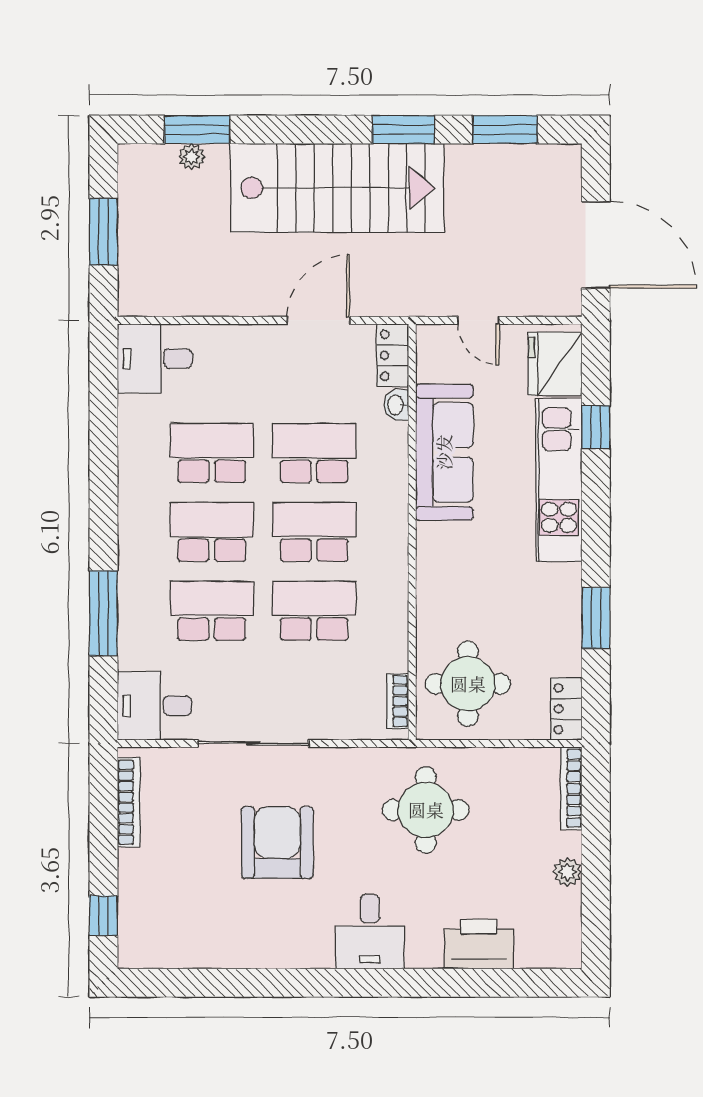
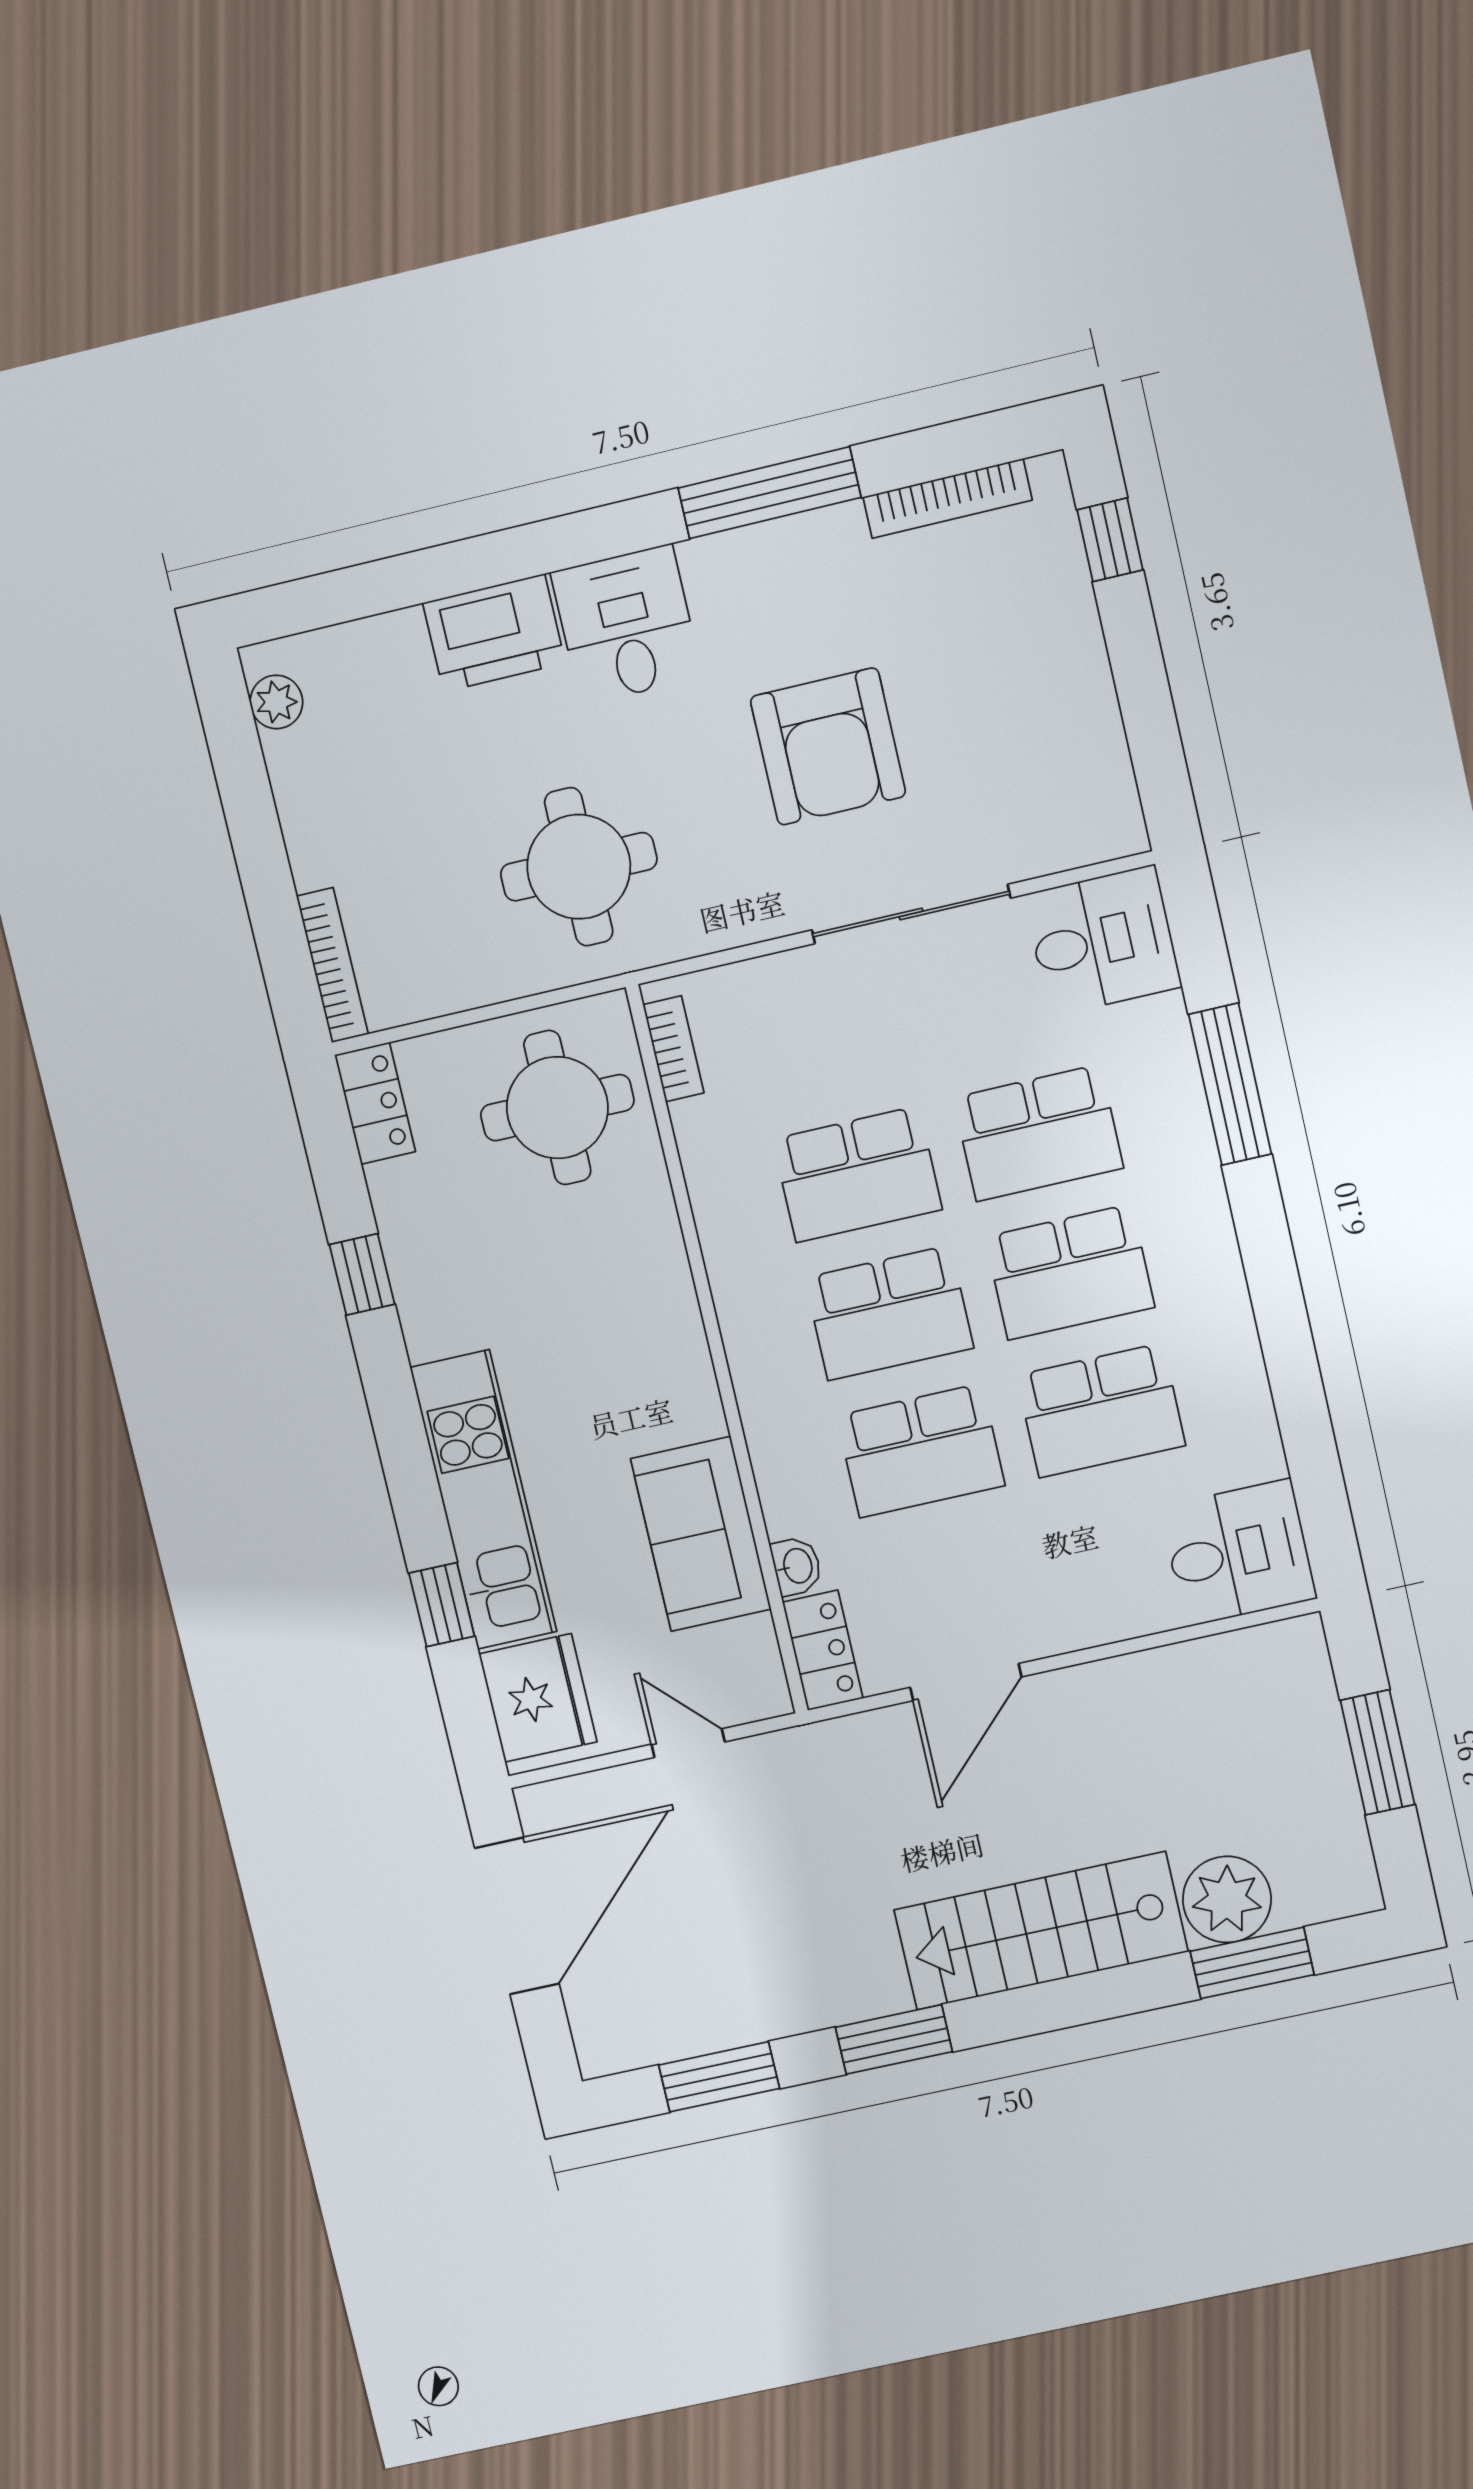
plant: (192, 157) -> (1227, 1899), width x1.88, depth x1.88
stairs: (337, 188) -> (1041, 1931), width x0.73, depth x0.66
door: (596, 245) -> (517, 1916), swing flipped
sofa: (444, 452) -> (701, 1534), width x0.73
window: (596, 618) -> (362, 1274), width x0.67
bookcase: (129, 802) -> (948, 498), moved, turned -90
plant: (567, 872) -> (276, 702), moved
printer: (479, 944) -> (494, 633), moved
window: (278, 983) -> (770, 493), added

